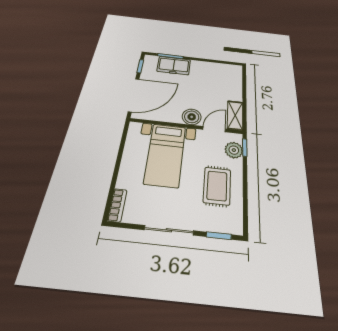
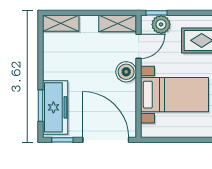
freezer: (174, 66) -> (55, 107), width x1.40
shelving: (236, 76) -> (61, 23), added
door: (214, 129) -> (139, 46), swing flipped

